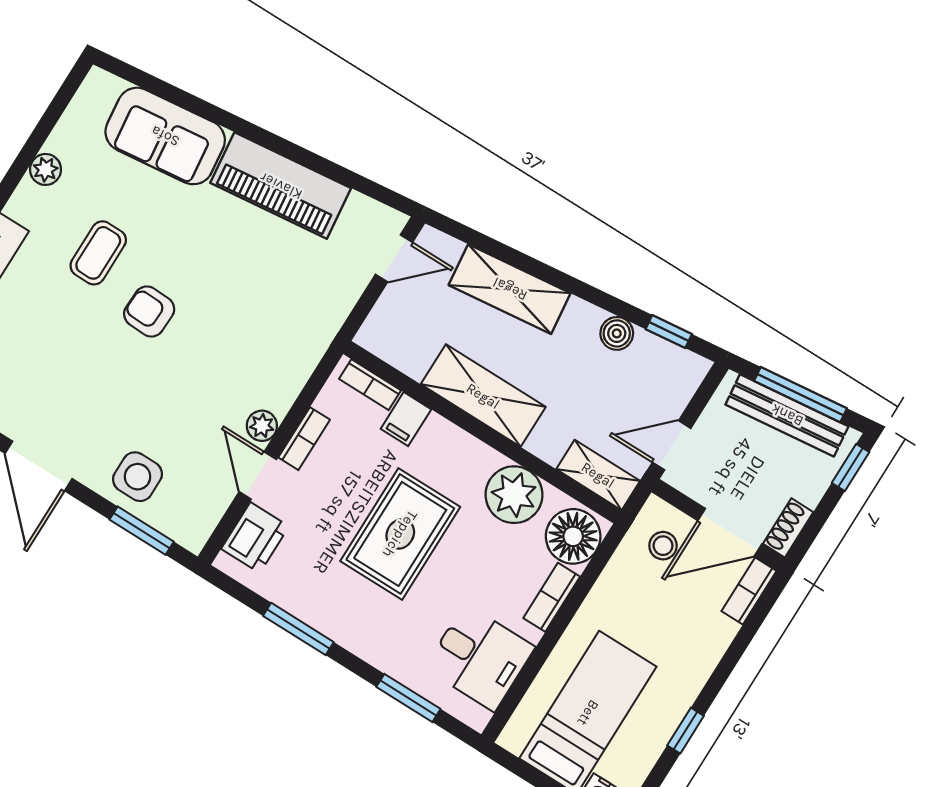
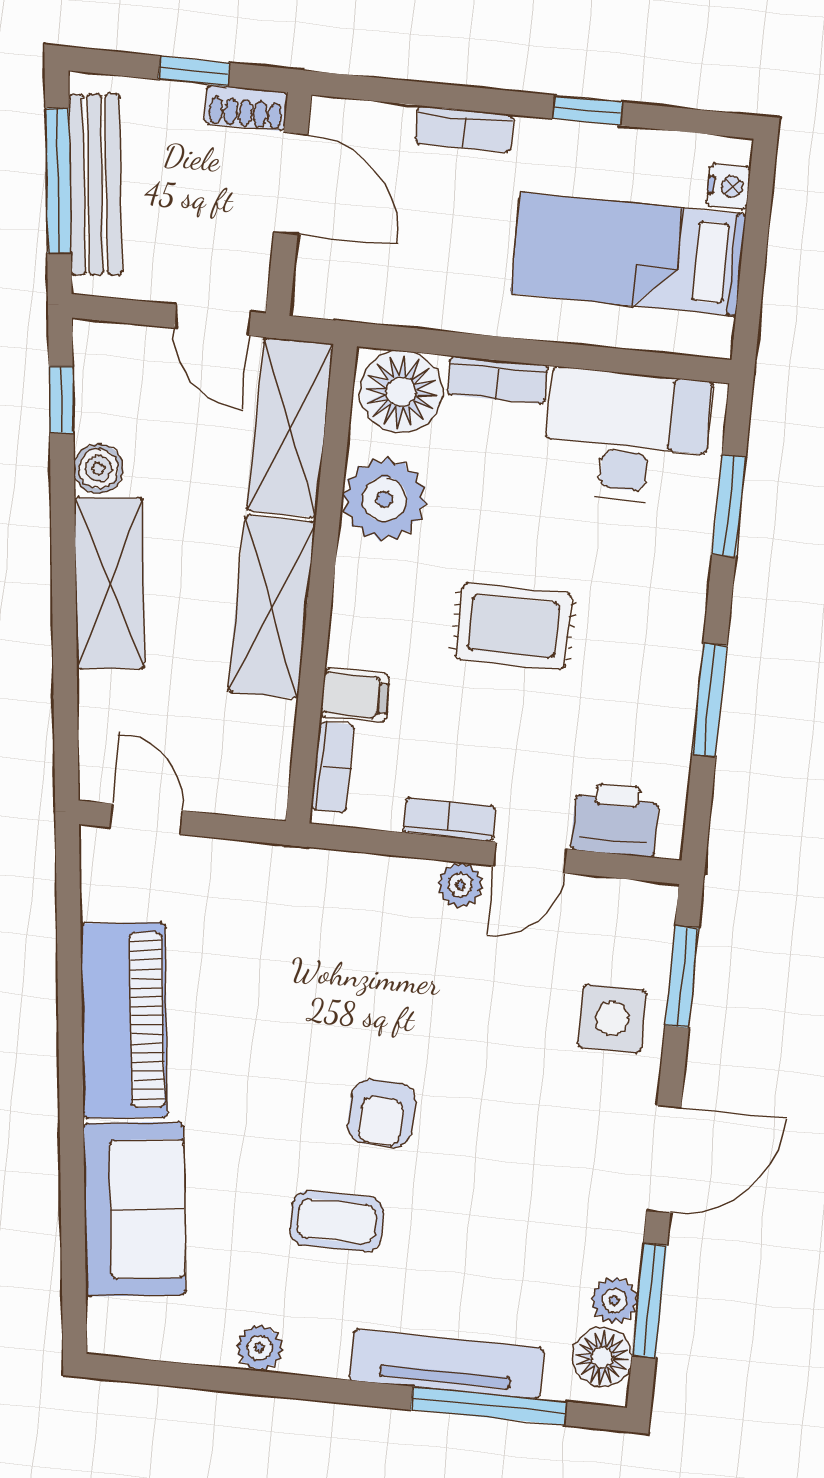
shelving: (510, 289) -> (110, 583), moved
window: (851, 468) -> (194, 71), moved
shelving: (598, 475) -> (290, 427), width x1.50, depth x1.33
rug: (400, 534) -> (513, 626), width x0.73, depth x0.70
stool: (663, 546) -> (353, 264), removed
bookcase: (749, 591) -> (464, 129), moved
desk: (480, 658) -> (627, 436), width x1.37

